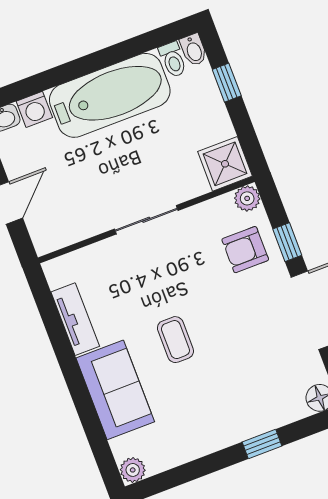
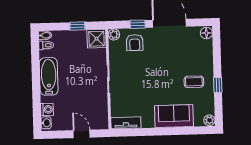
window: (227, 83) -> (77, 26), moved
bathtub: (110, 95) -> (49, 76), width x0.73, depth x0.73
tv unit: (75, 319) -> (126, 123), moved
coffee table: (175, 340) -> (194, 82), moved
window: (262, 444) -> (218, 85), moved

